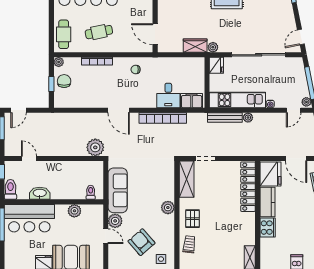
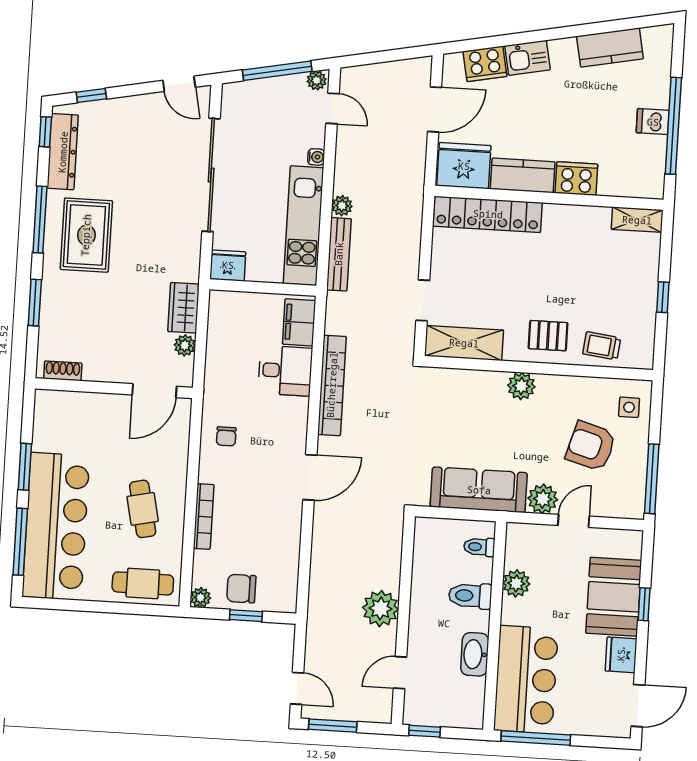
plant: (213, 47) -> (185, 345), moved
plant: (95, 147) -> (381, 609), moved
toilet: (10, 189) -> (470, 596), moved
armchair: (141, 242) -> (591, 446), turned 57

